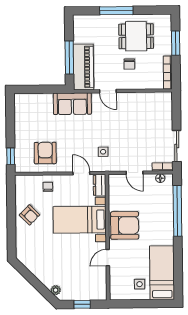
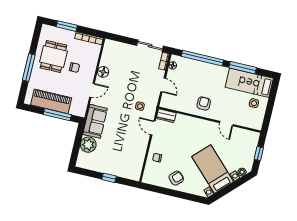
piano: (83, 67) -> (51, 101), moved
floor lamp: (133, 99) -> (103, 72), added
plant: (43, 102) -> (88, 145), added
armchair: (45, 153) -> (129, 153), removed
window: (11, 156) -> (109, 178), moved
door: (81, 173) -> (153, 128), hinge flipped
door: (134, 173) -> (163, 85), hinge flipped
bed with nightstands: (80, 220) -> (213, 169), moved, turned 135
armchair: (125, 225) -> (204, 104), width x0.53, depth x0.53
window: (178, 261) -> (243, 68), added

